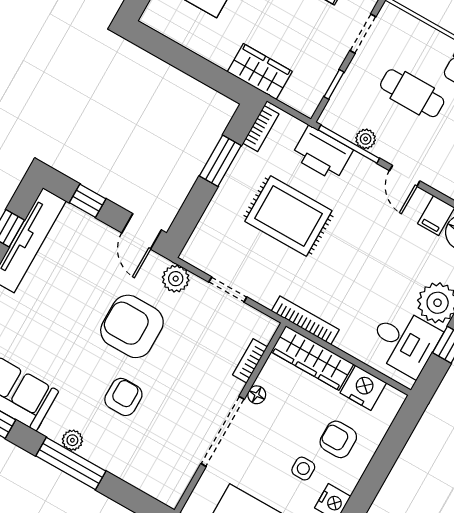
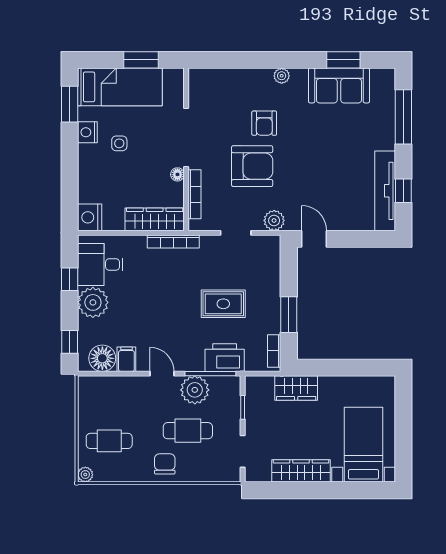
plant: (366, 139) -> (195, 390), width x1.87, depth x1.87
window: (88, 201) -> (361, 239), removed
rug: (288, 216) -> (223, 304), width x0.73, depth x0.70
armchair: (132, 326) -> (252, 166), moved
bookcase: (250, 361) -> (195, 194), width x1.56
nightstand: (363, 388) -> (90, 217), moved, turned 90
armchair: (338, 439) -> (107, 176), removed
window: (71, 463) -> (274, 60), removed

